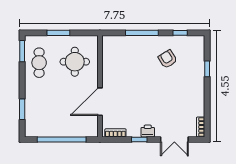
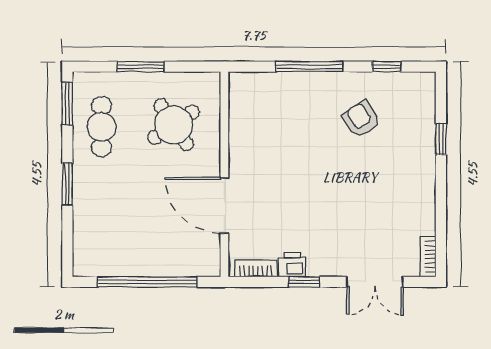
round table: (75, 62) -> (174, 125), turned -34
door: (100, 102) -> (224, 205), hinge flipped
window: (22, 109) -> (67, 184), moved
printer: (148, 131) -> (292, 265), moved

